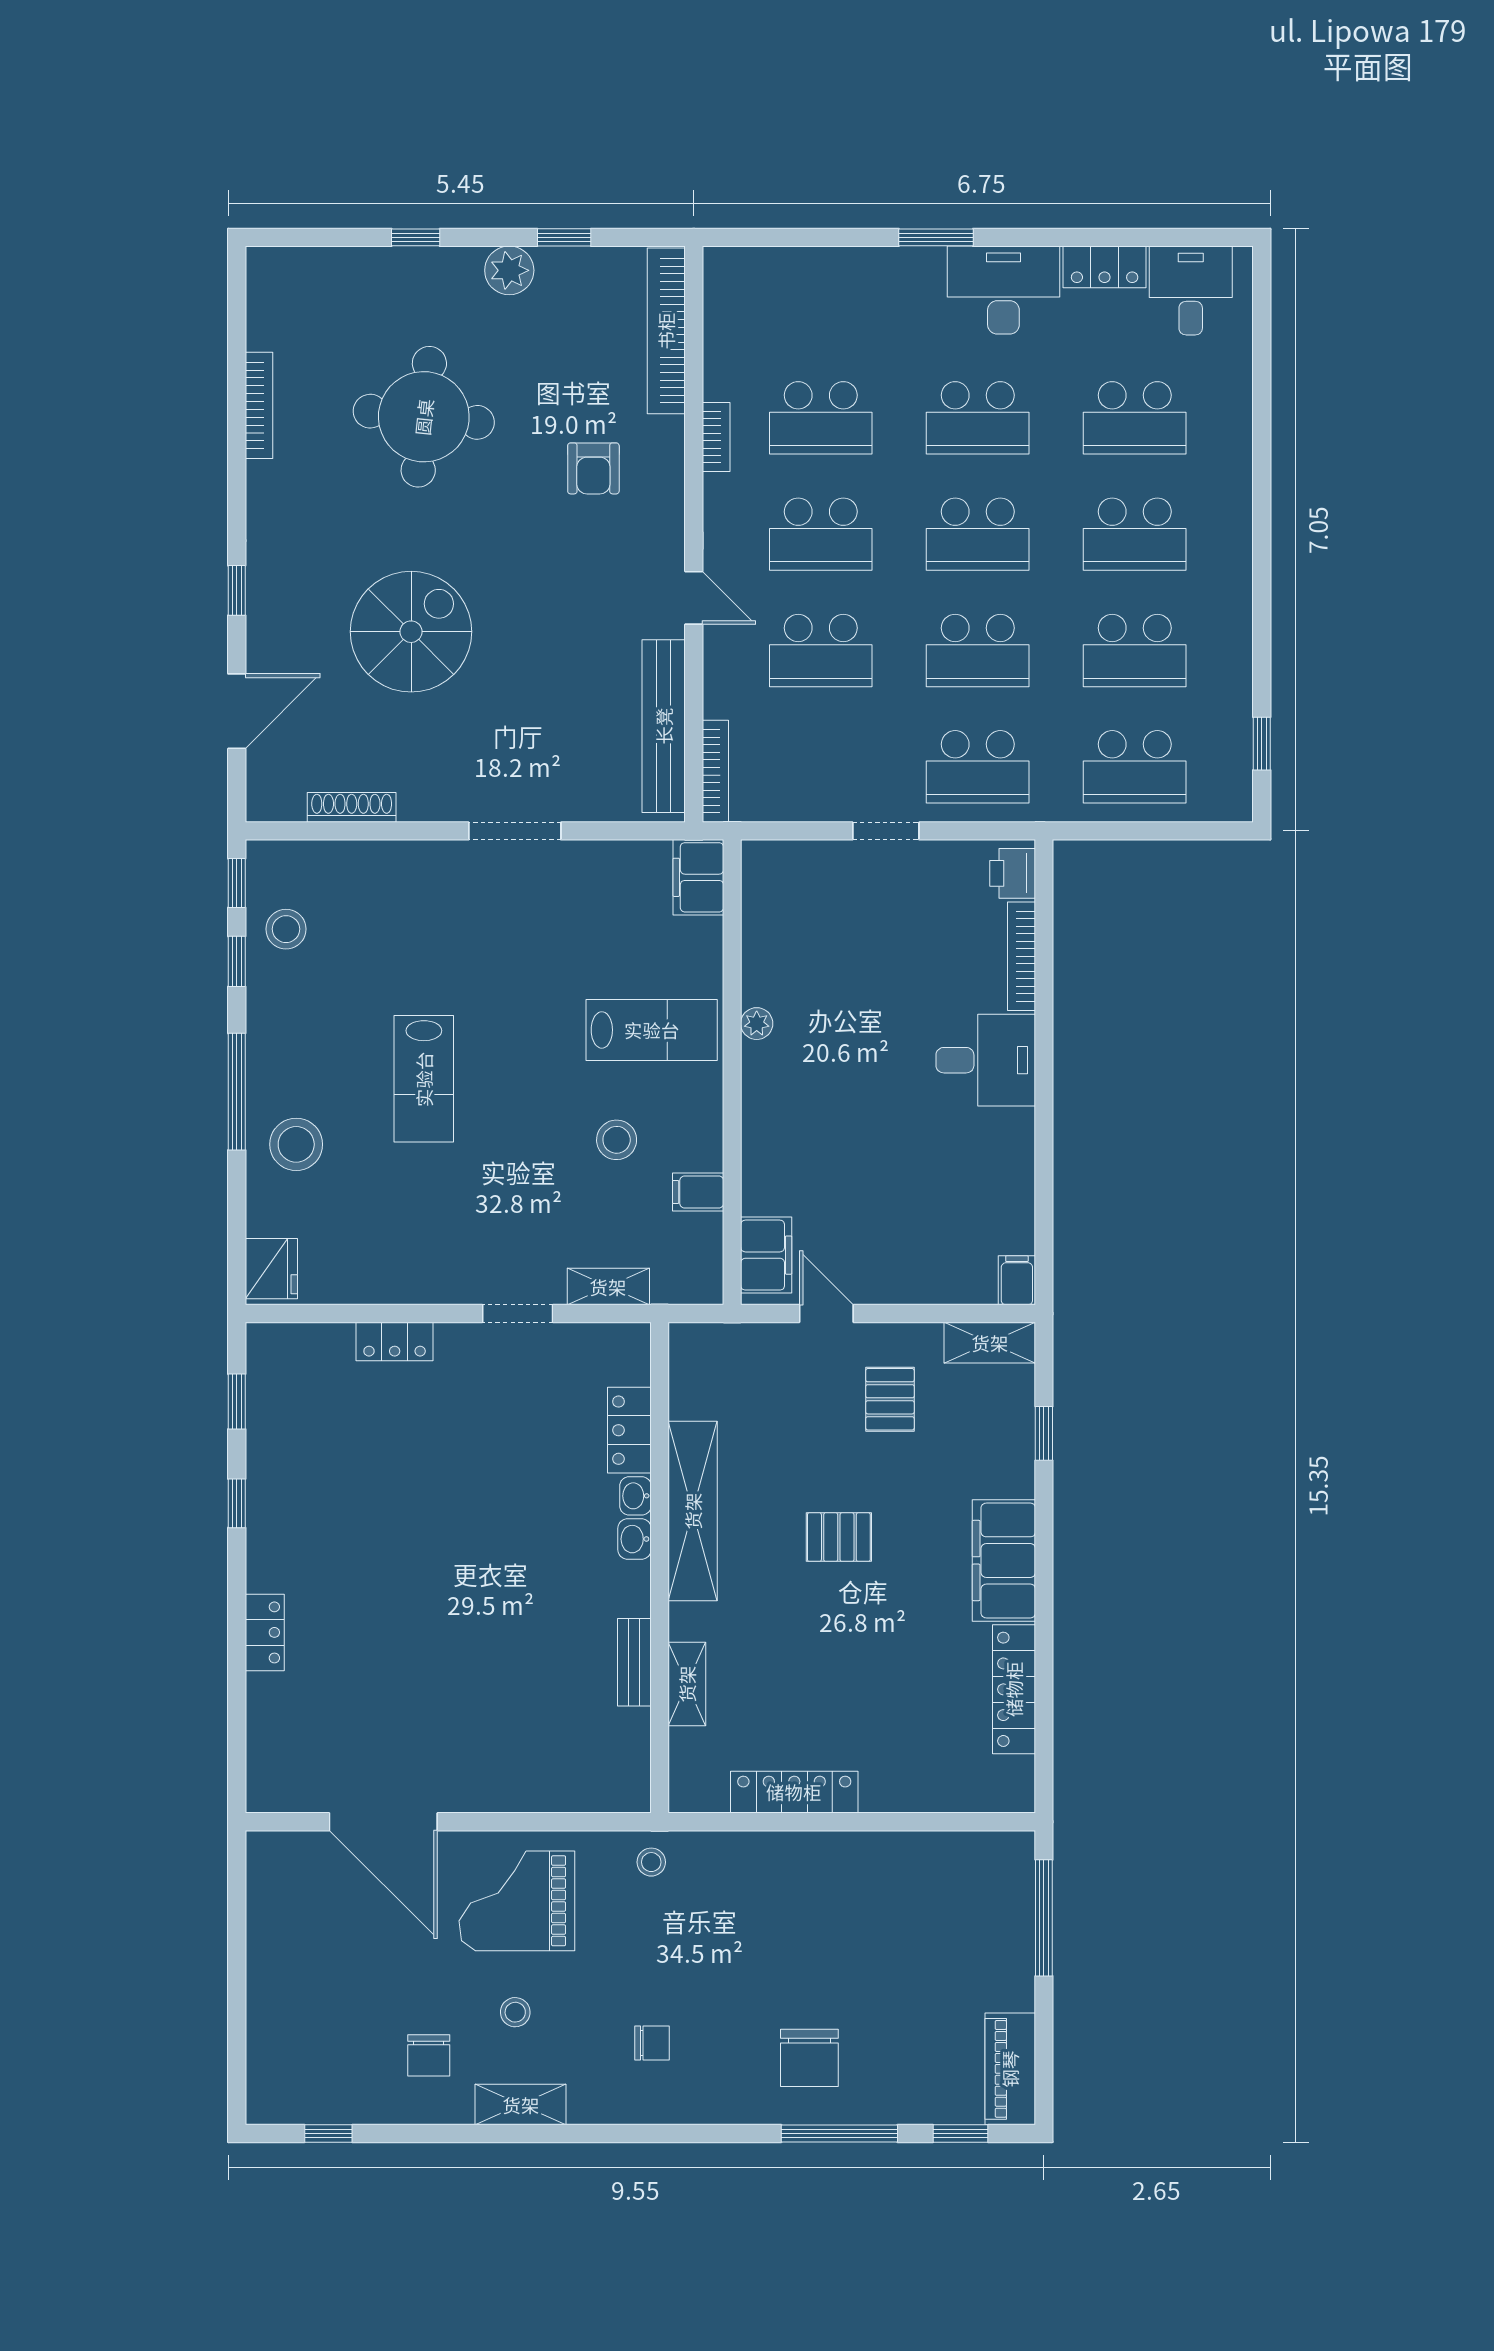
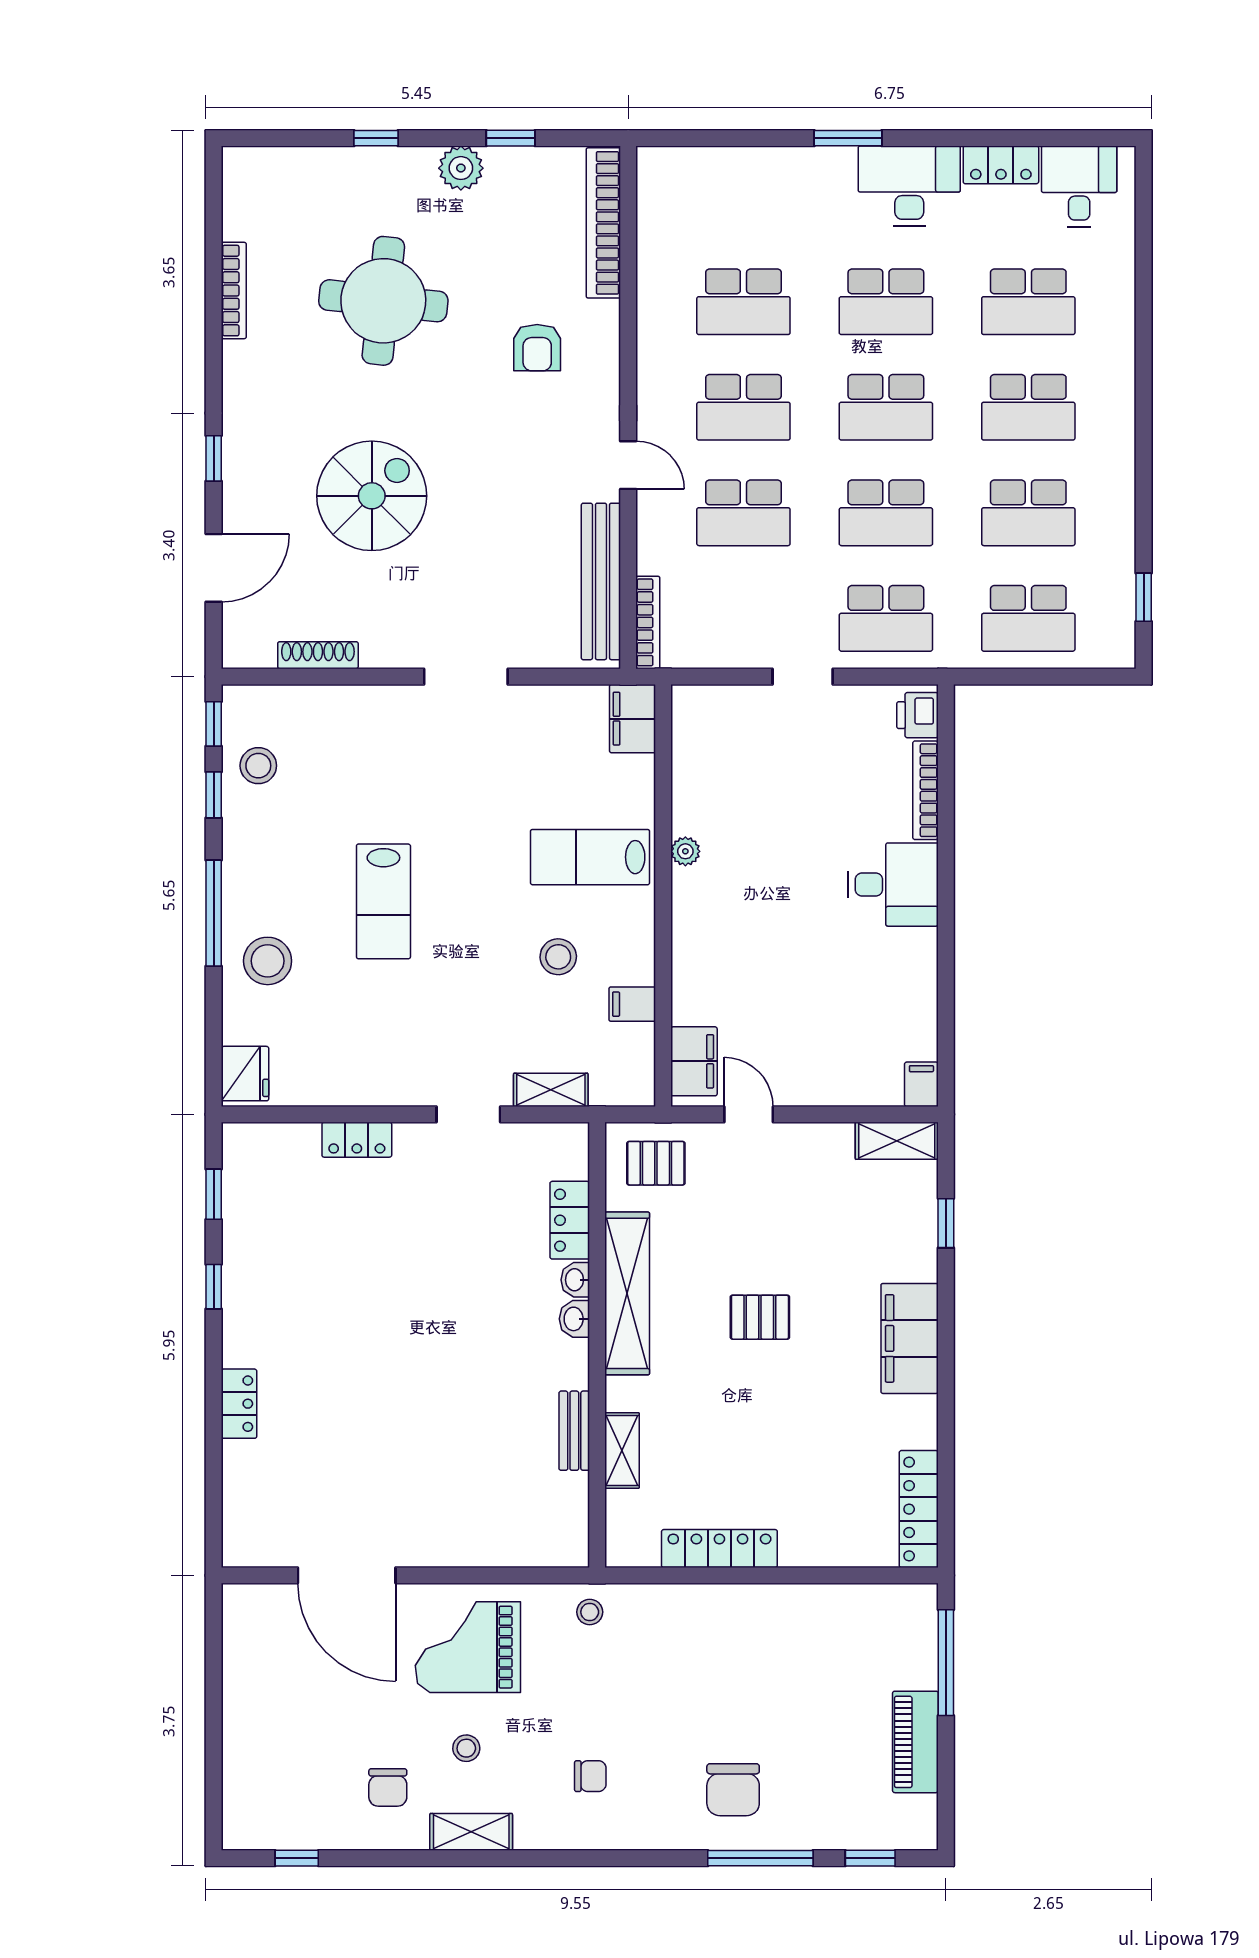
bookcase: (716, 437) -> (649, 319), removed
lab bench: (652, 1030) -> (590, 857), turned 180
pallet: (890, 1399) -> (656, 1163), moved, turned 90
locker: (1014, 1689) -> (919, 1509), moved
piano: (1010, 2069) -> (915, 1742), moved

